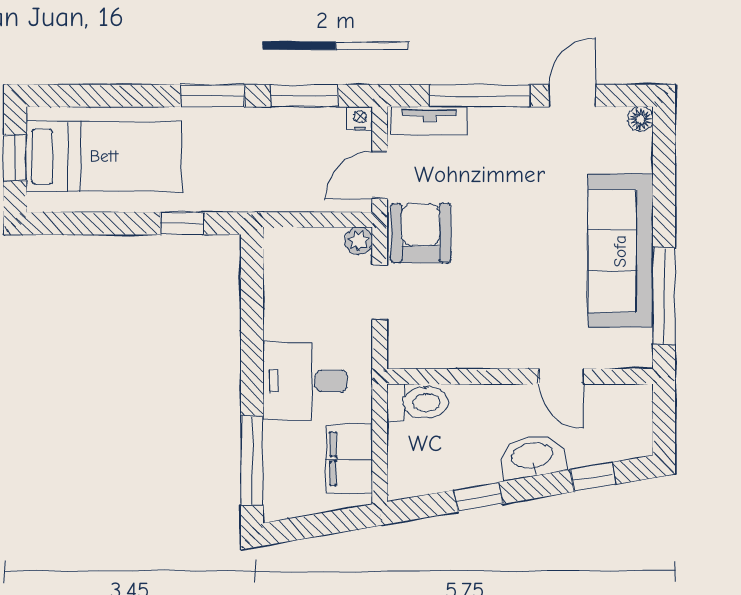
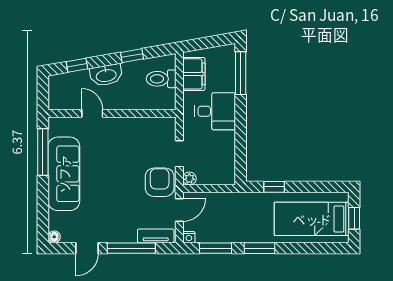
armchair: (421, 233) -> (160, 182), turned 180
toilet: (418, 402) -> (161, 79), moved

